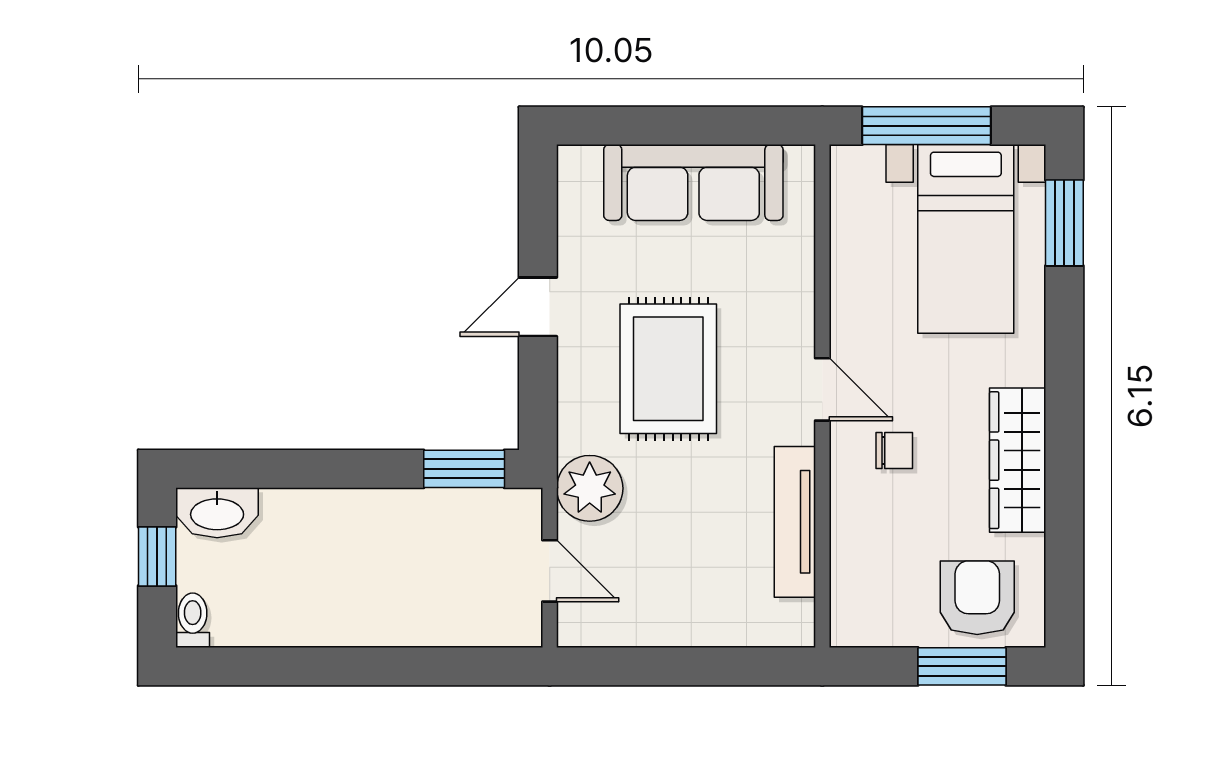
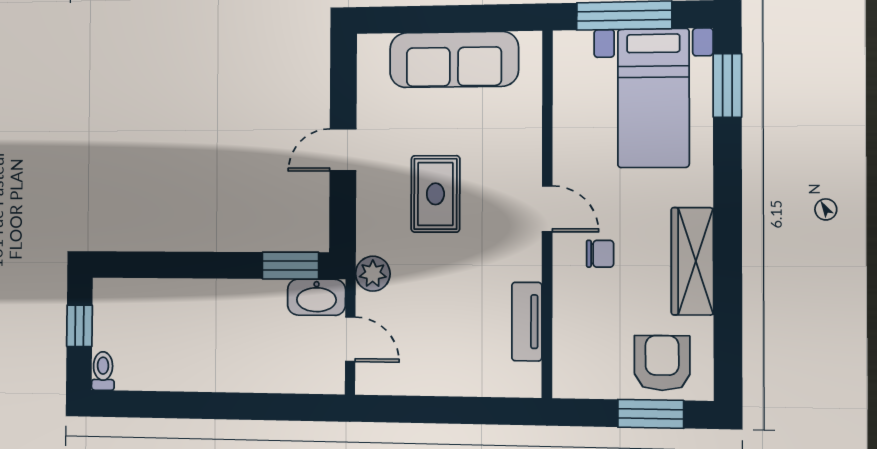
rug: (668, 369) -> (435, 194), width x0.73, depth x0.70
plant: (590, 488) -> (373, 274), width x0.73, depth x0.73
washbasin: (217, 513) -> (316, 297), moved
tv unit: (795, 522) -> (527, 322), width x0.71

